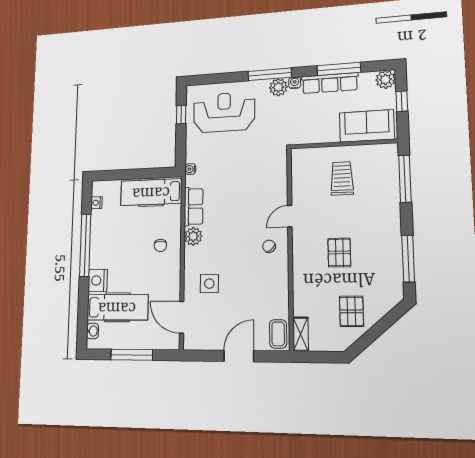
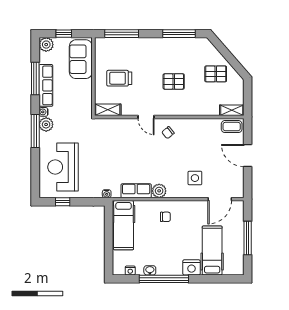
shelving: (299, 165) -> (108, 110), added
washbasin: (93, 331) -> (150, 270), moved

